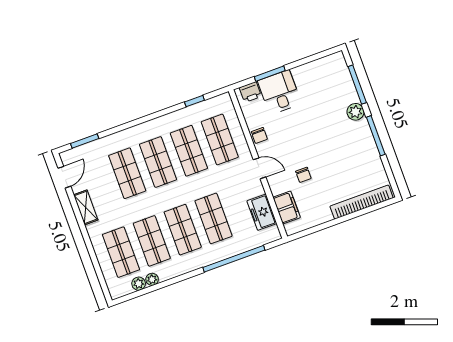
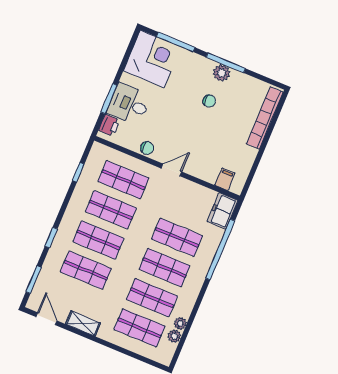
corner desk: (329, 78) -> (152, 59), added
plant: (355, 112) -> (222, 73), moved
window: (128, 125) -> (51, 238), added
chair: (303, 175) -> (209, 101), moved
filing cabinet: (287, 207) -> (225, 179), width x0.50
freezer: (262, 212) -> (223, 211), moved, turned 90

